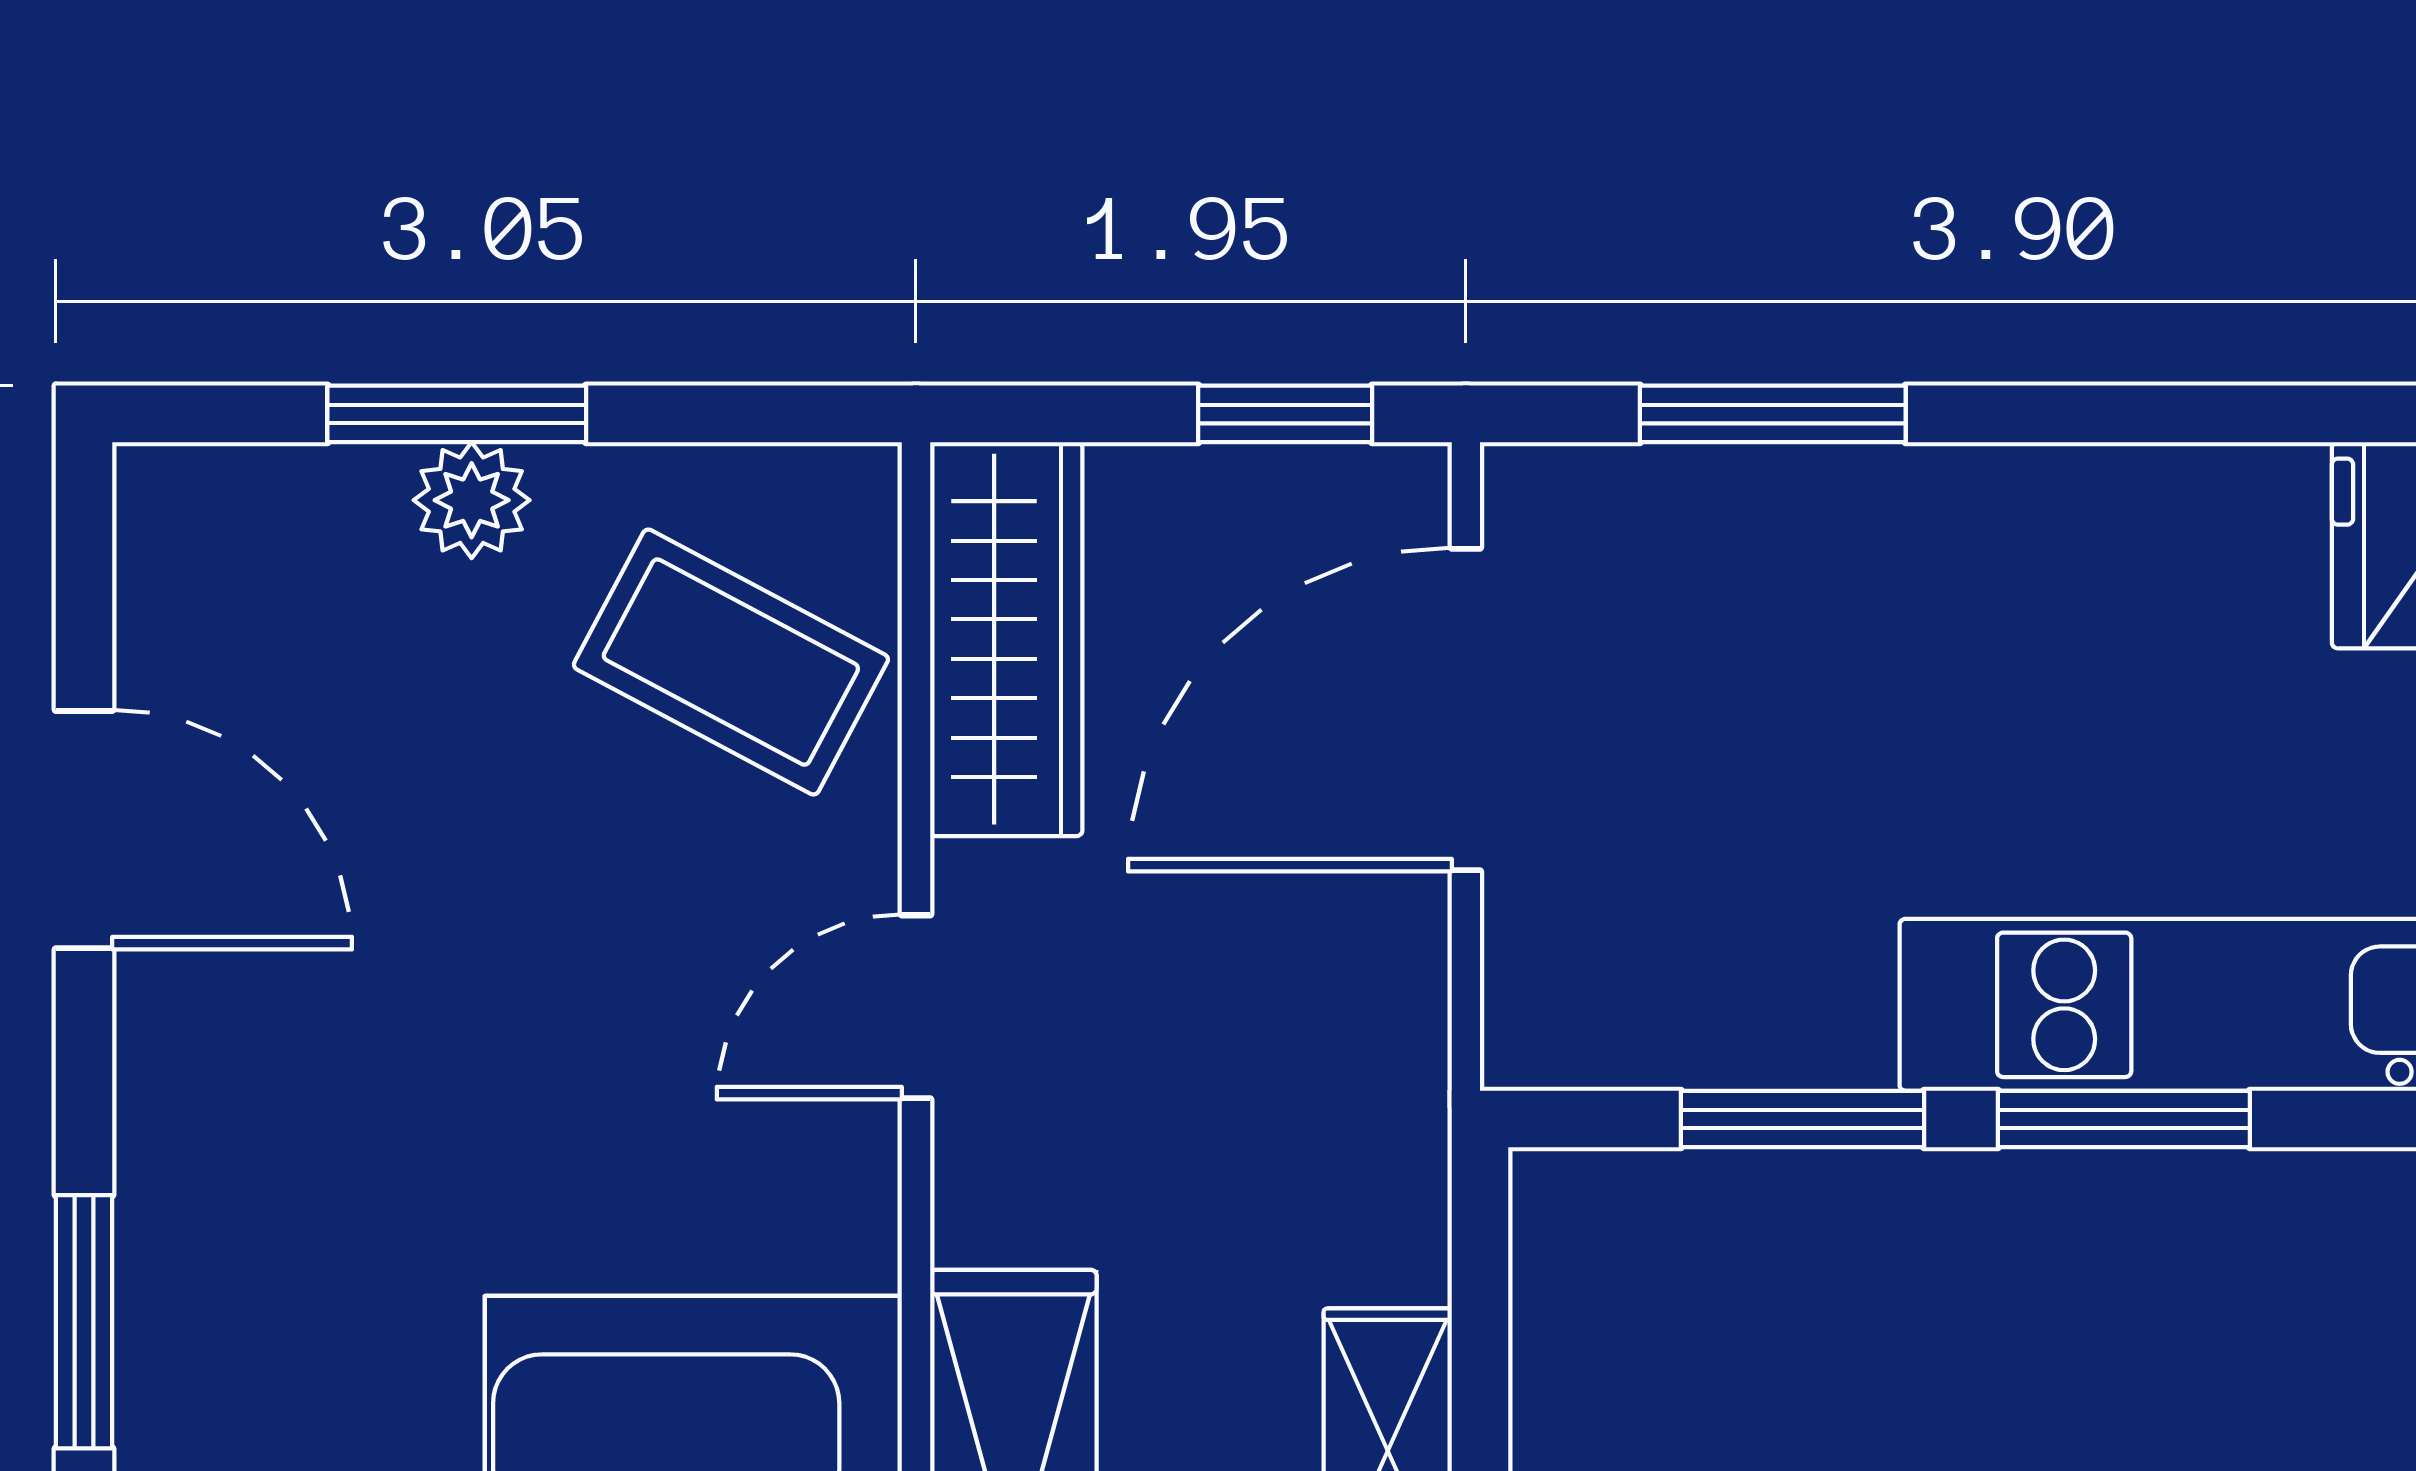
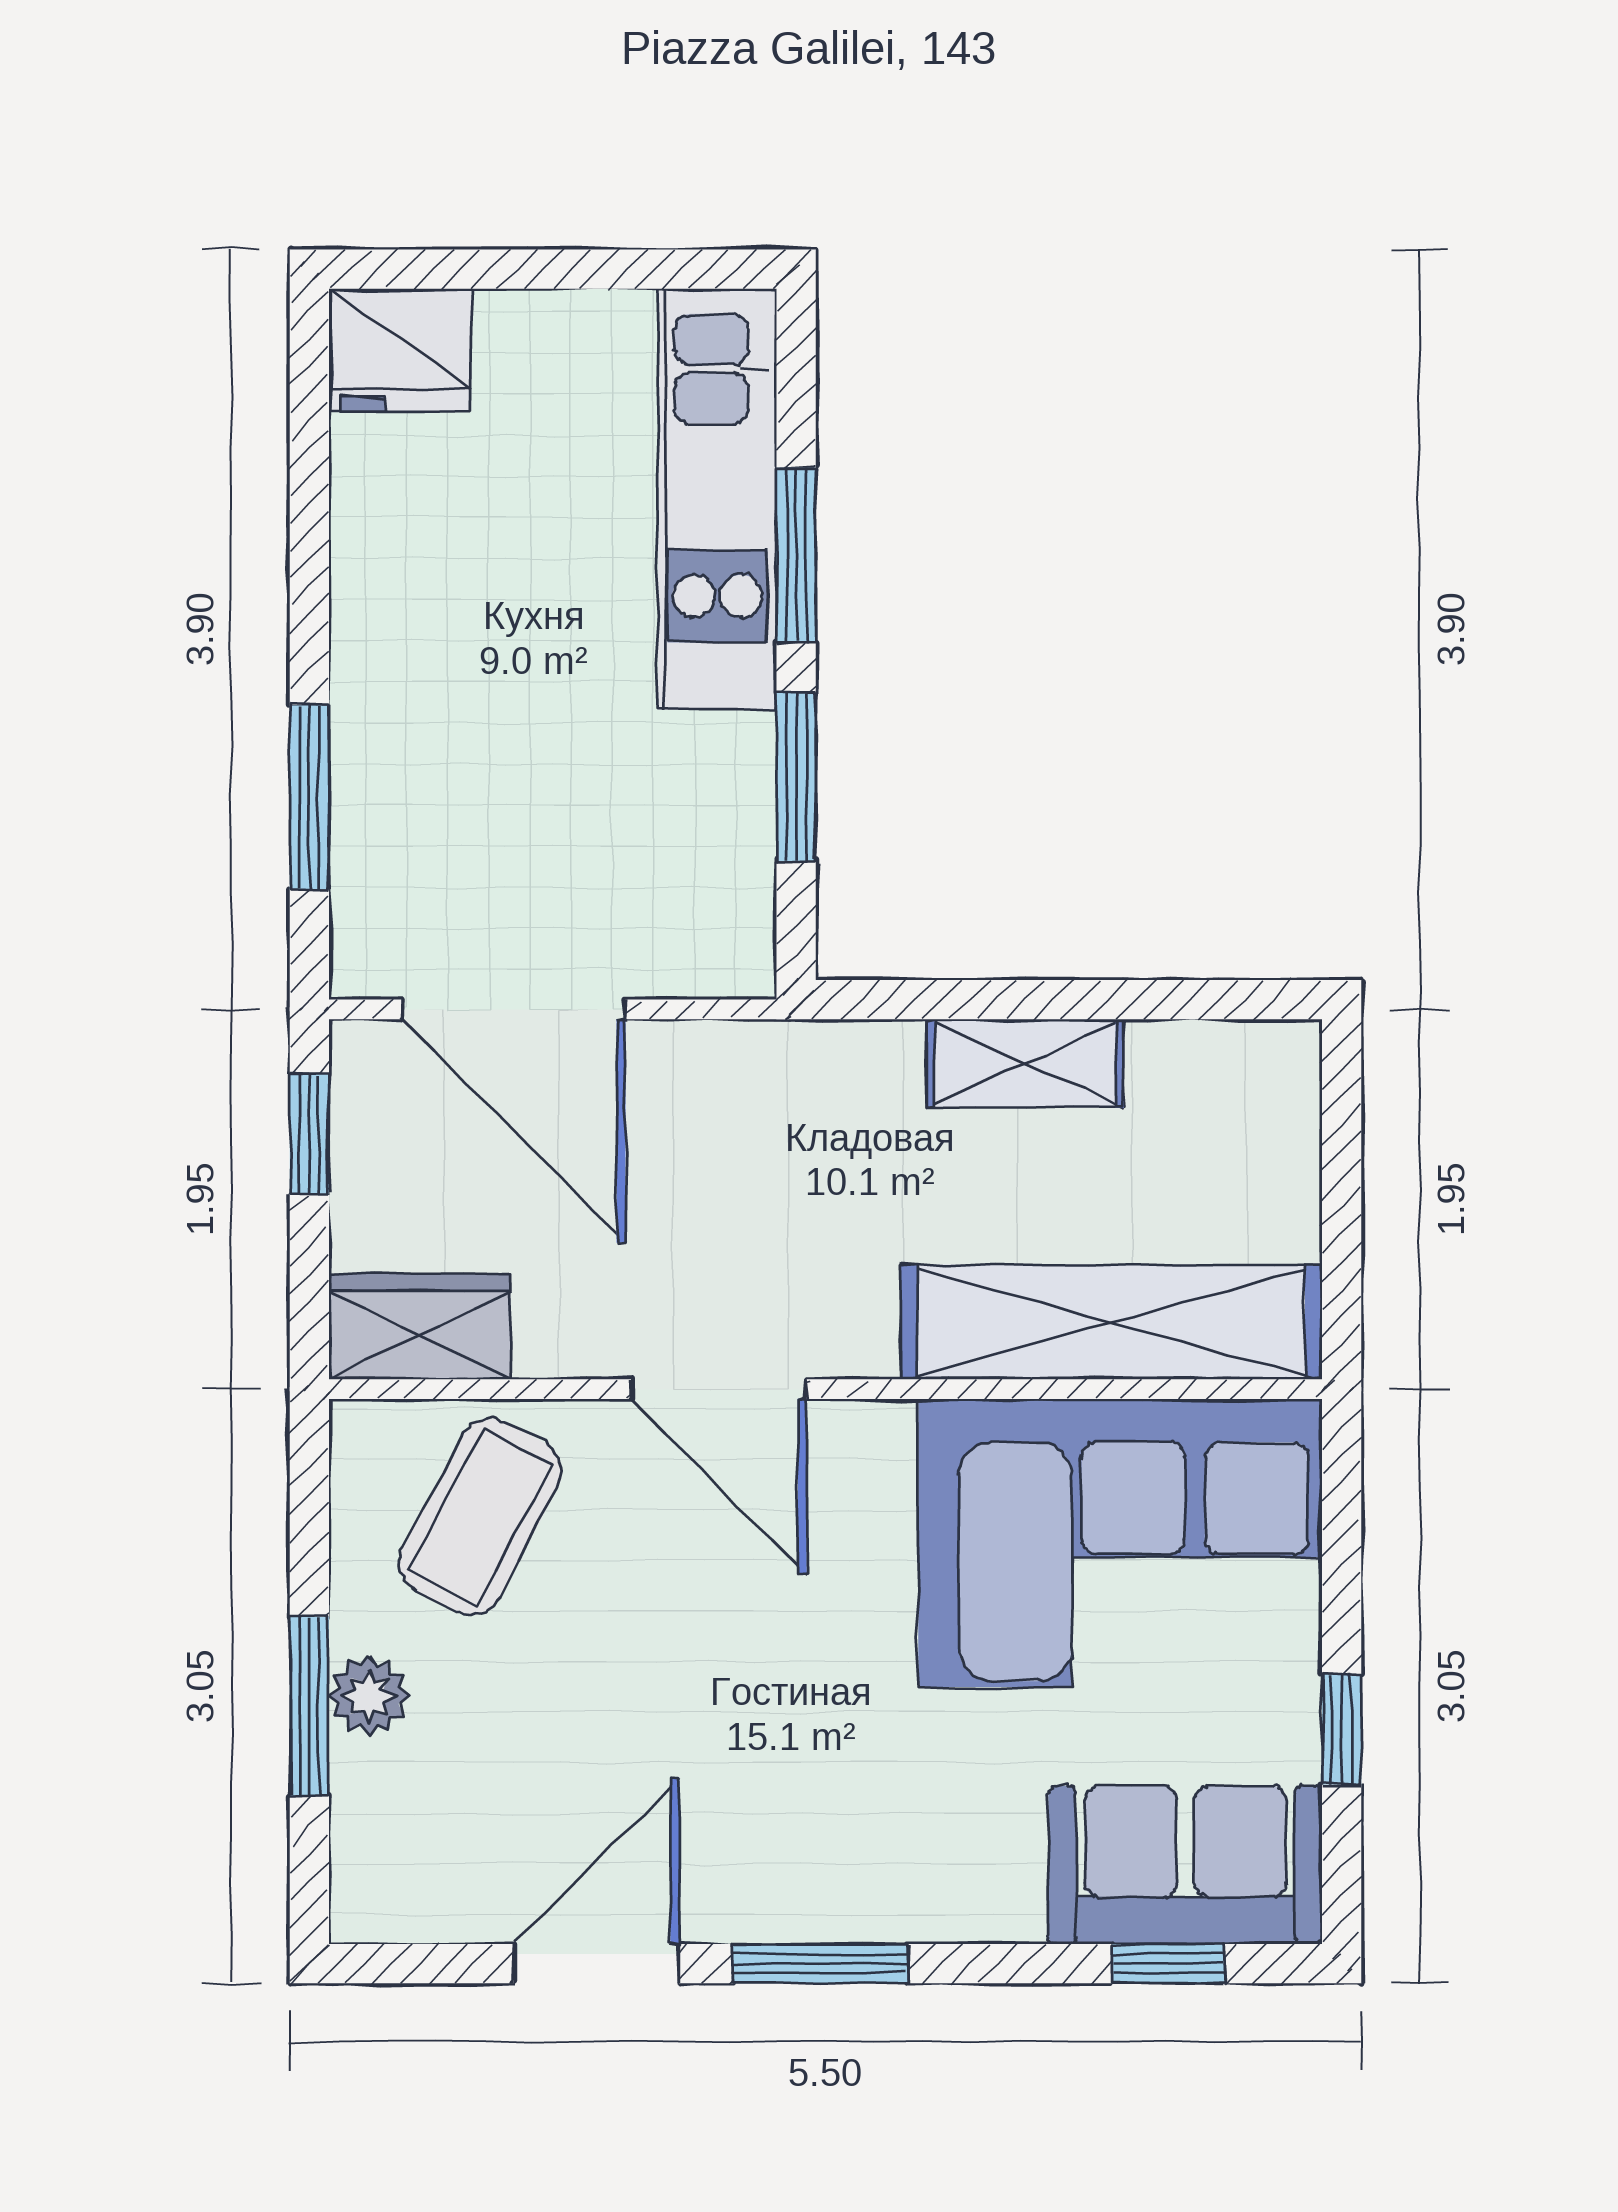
wardrobe: (1006, 639) -> (419, 1327), width x0.67
door: (916, 1007) -> (719, 1389), width x1.38
window: (84, 1322) -> (820, 1964), moved

